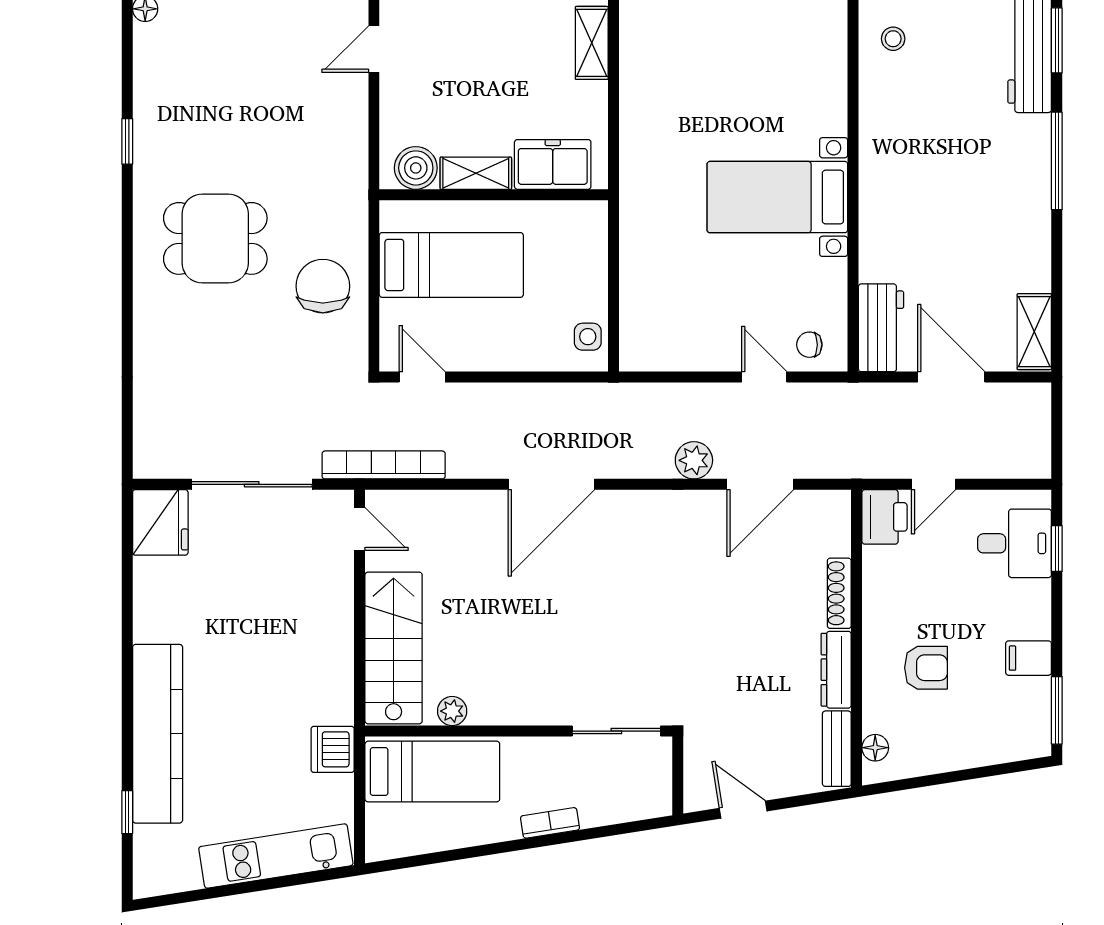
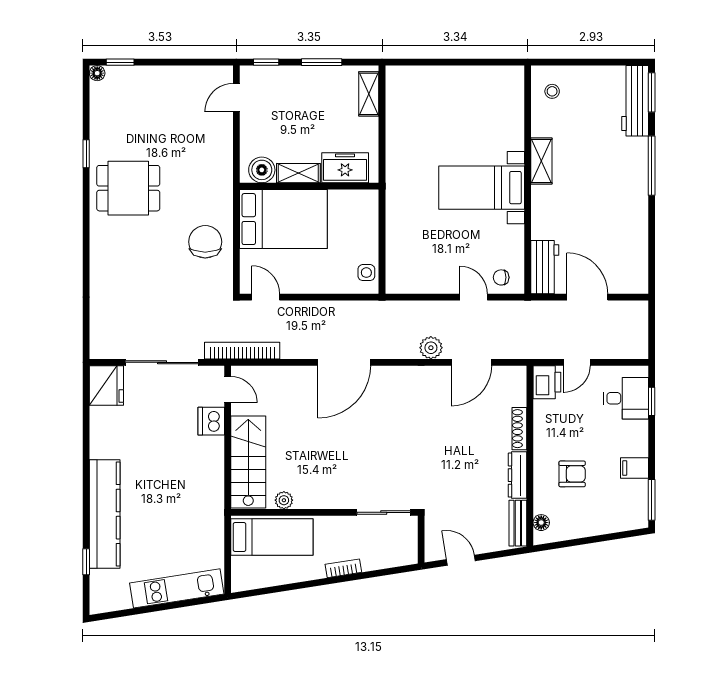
dining table: (215, 238) -> (128, 188), moved
bed: (451, 265) -> (283, 219), width x1.50
shelving: (1034, 332) -> (541, 161), moved
dishwasher: (333, 749) -> (211, 421), moved

